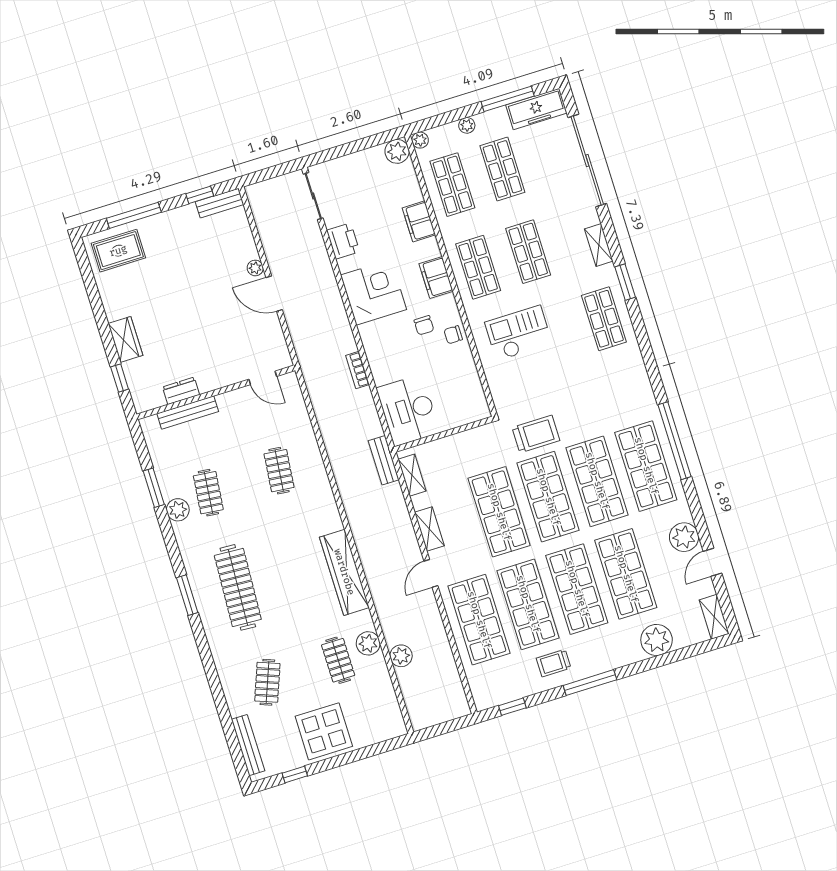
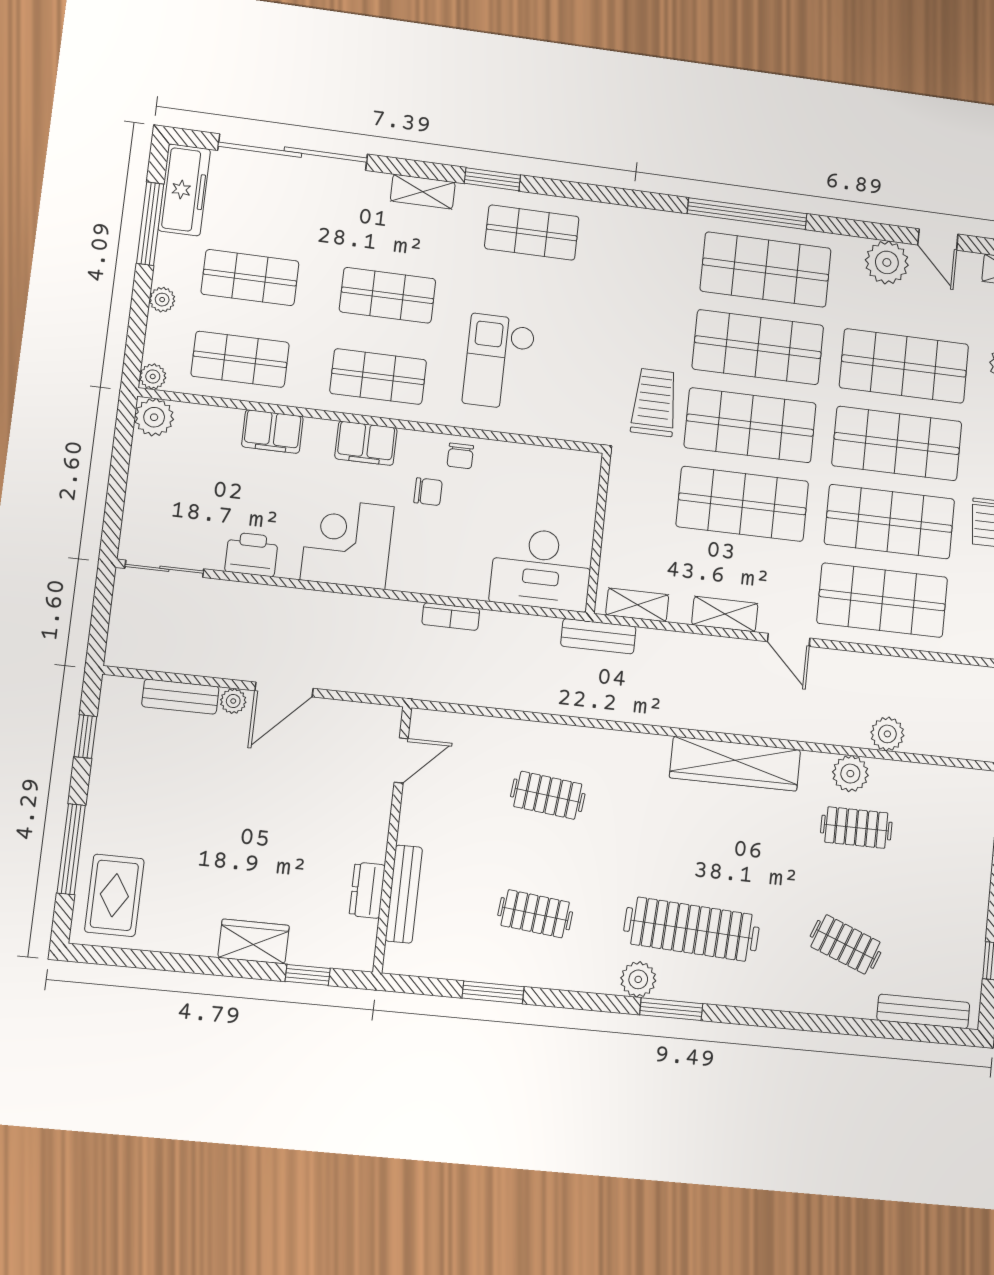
bench: (220, 203) -> (180, 697), moved, turned 90
plant: (178, 510) -> (638, 979), moved
display table: (324, 731) -> (948, 892), removed

